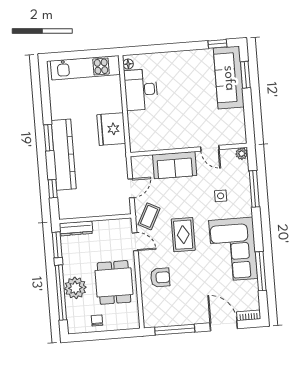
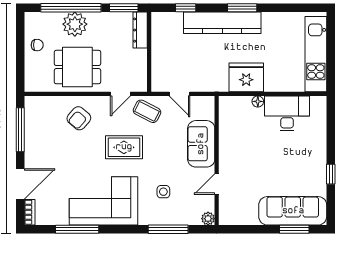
window: (217, 44) -> (331, 174), moved
floor lamp: (128, 64) -> (258, 101), moved
armchair: (160, 277) -> (79, 118), turned 41

